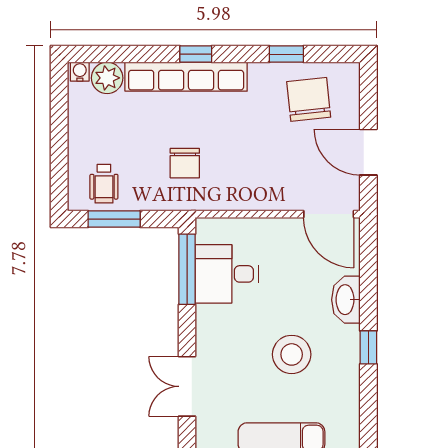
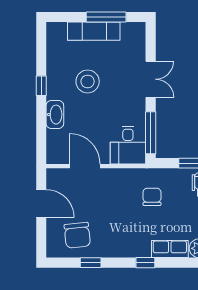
row of seats: (186, 77) -> (170, 249), width x0.50
door: (329, 214) -> (85, 166), moved
desk: (227, 274) -> (128, 145), moved, turned 90
double door: (187, 386) -> (151, 79), moved

